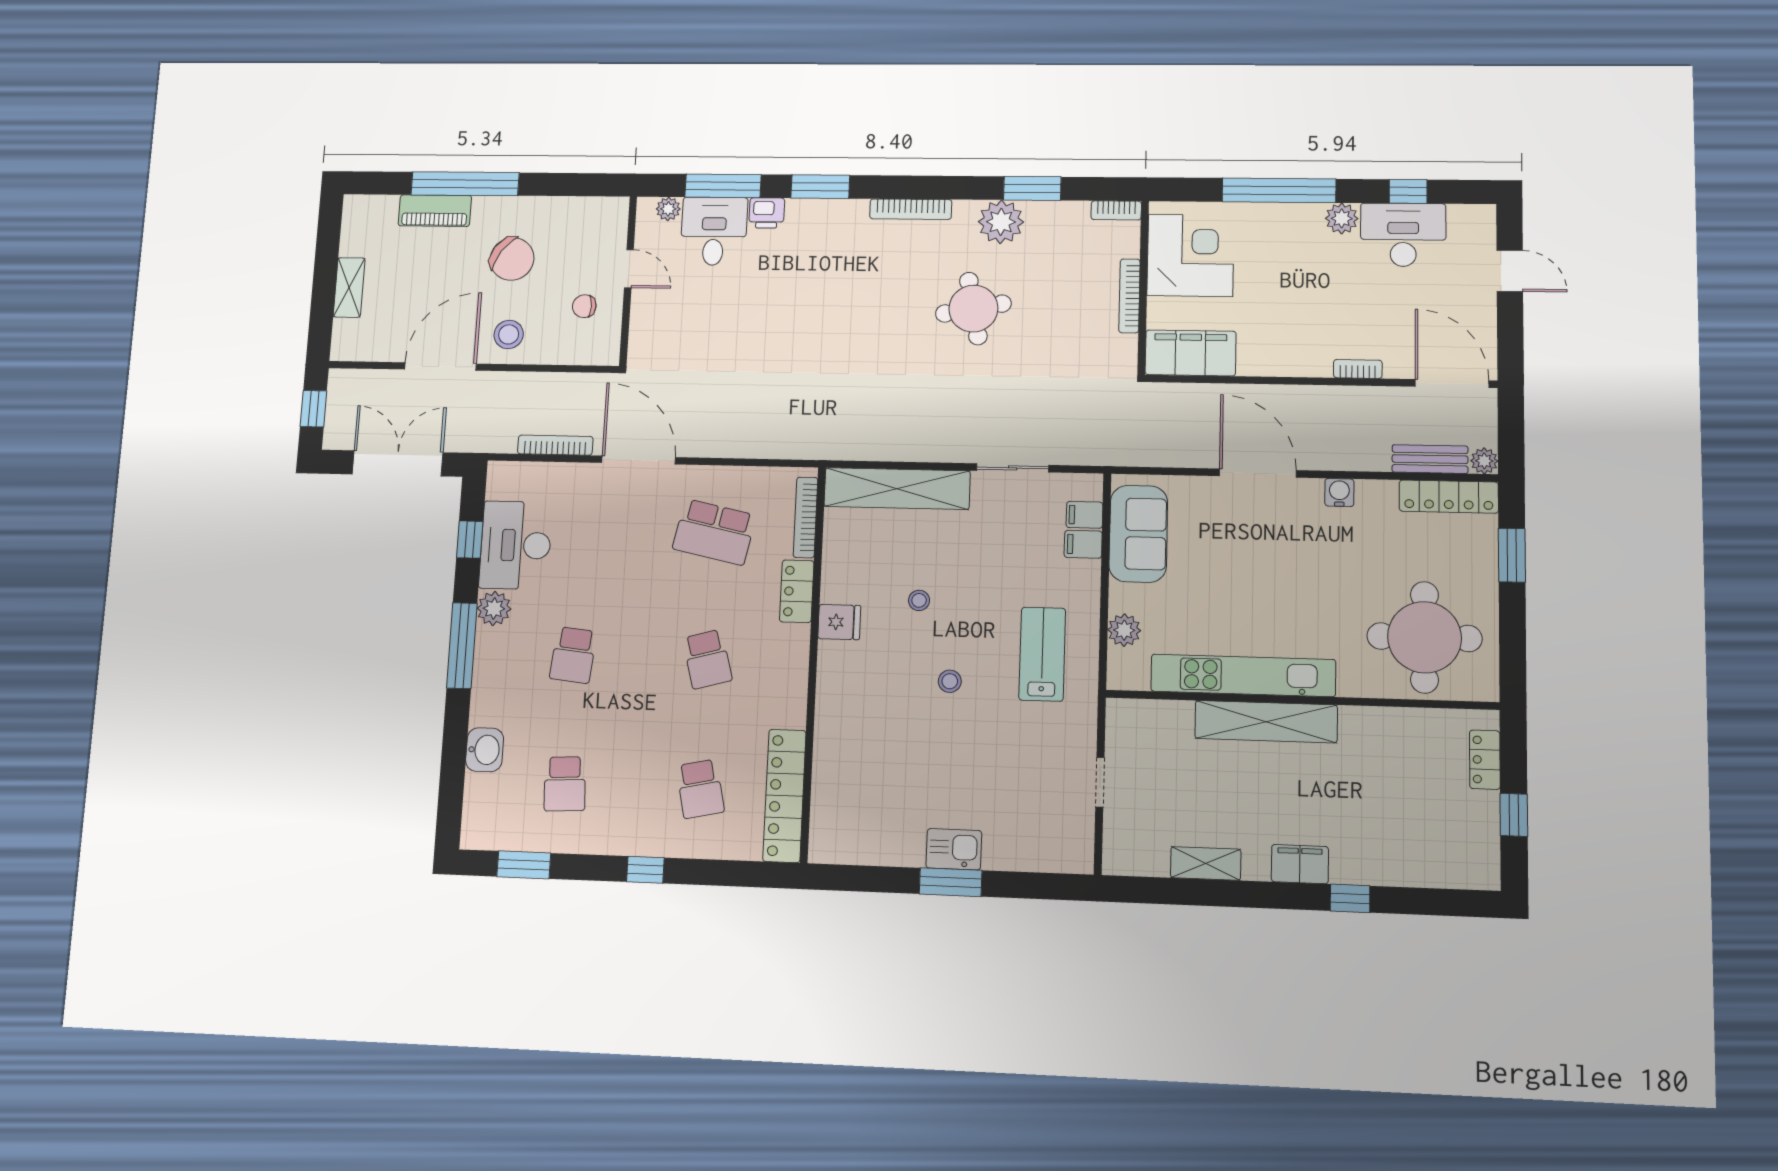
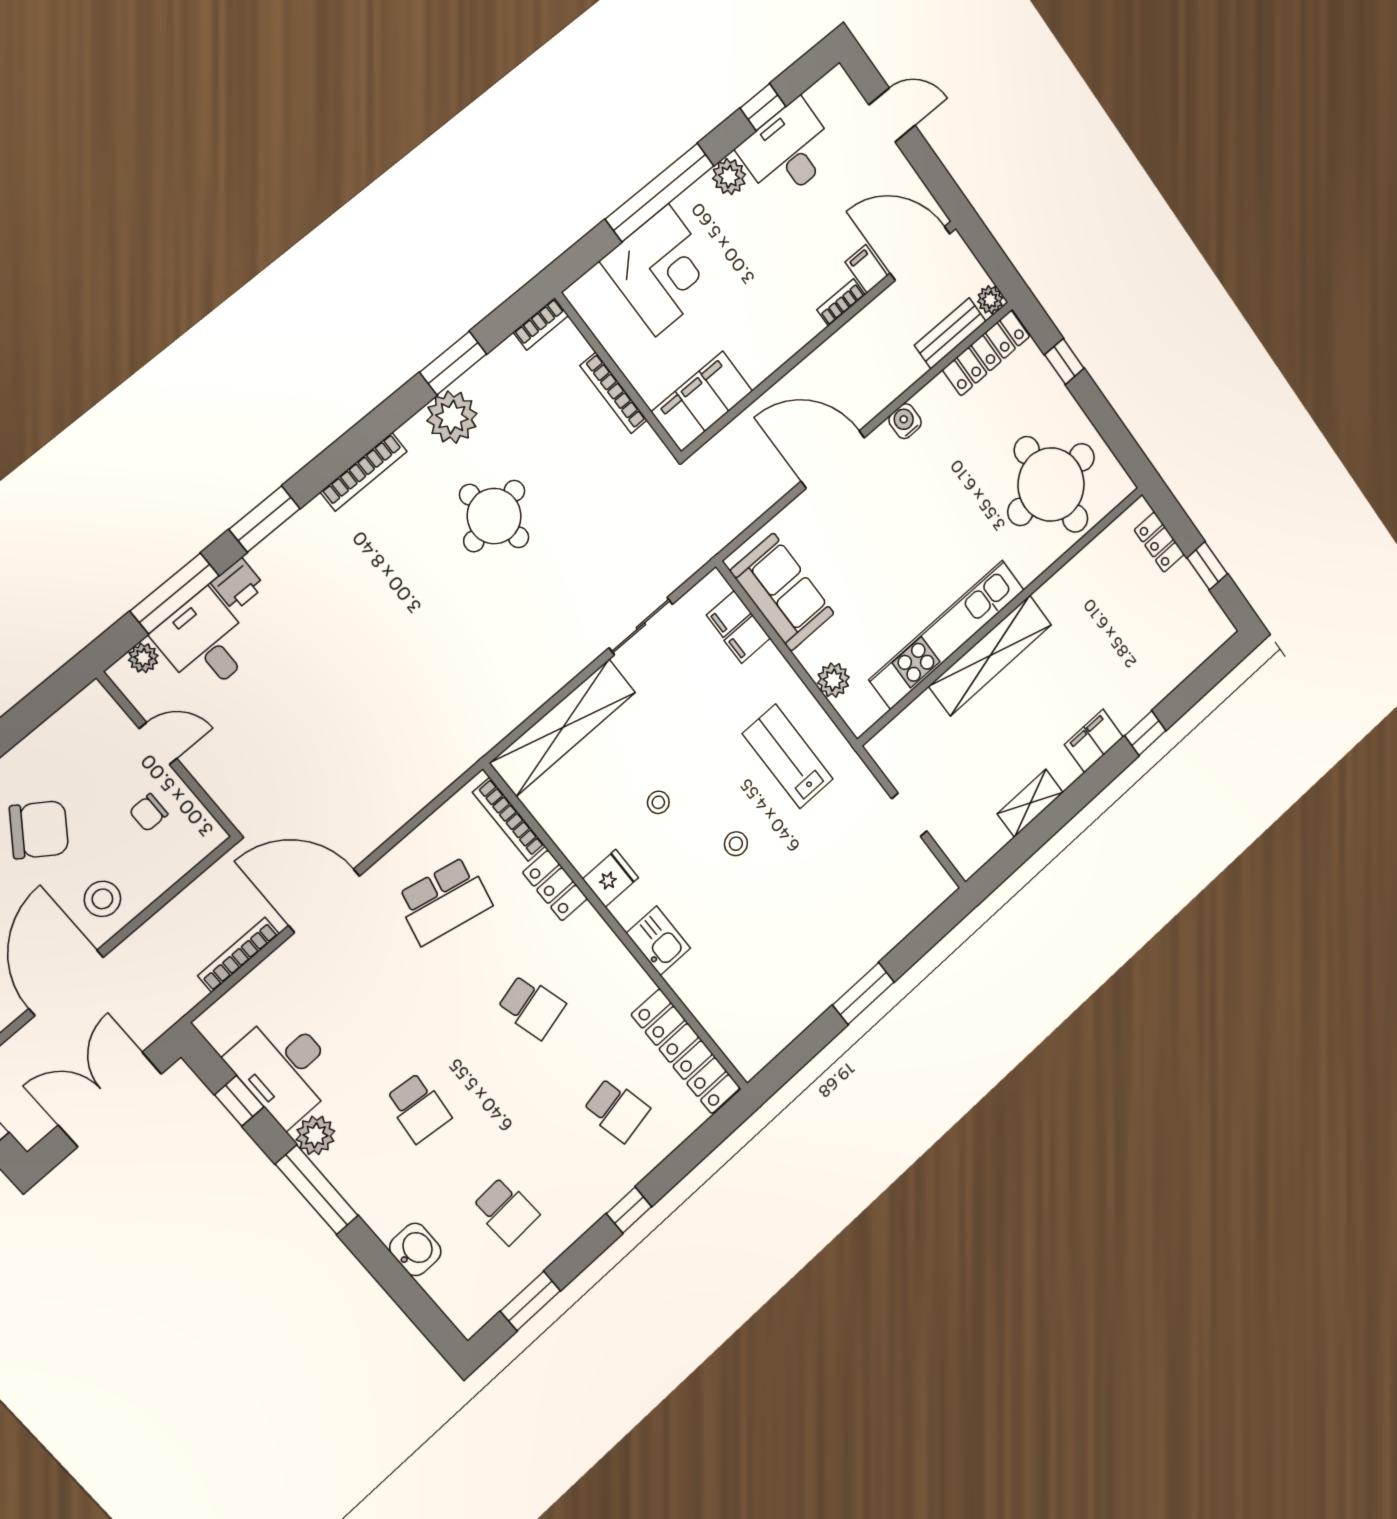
corner desk: (1190, 255) -> (662, 270), moved, turned 90
filing cabinet: (1398, 361) -> (867, 269), added
window: (1512, 555) -> (1064, 361), width x0.67
kitchen sink: (954, 849) -> (658, 941), moved, turned 90

